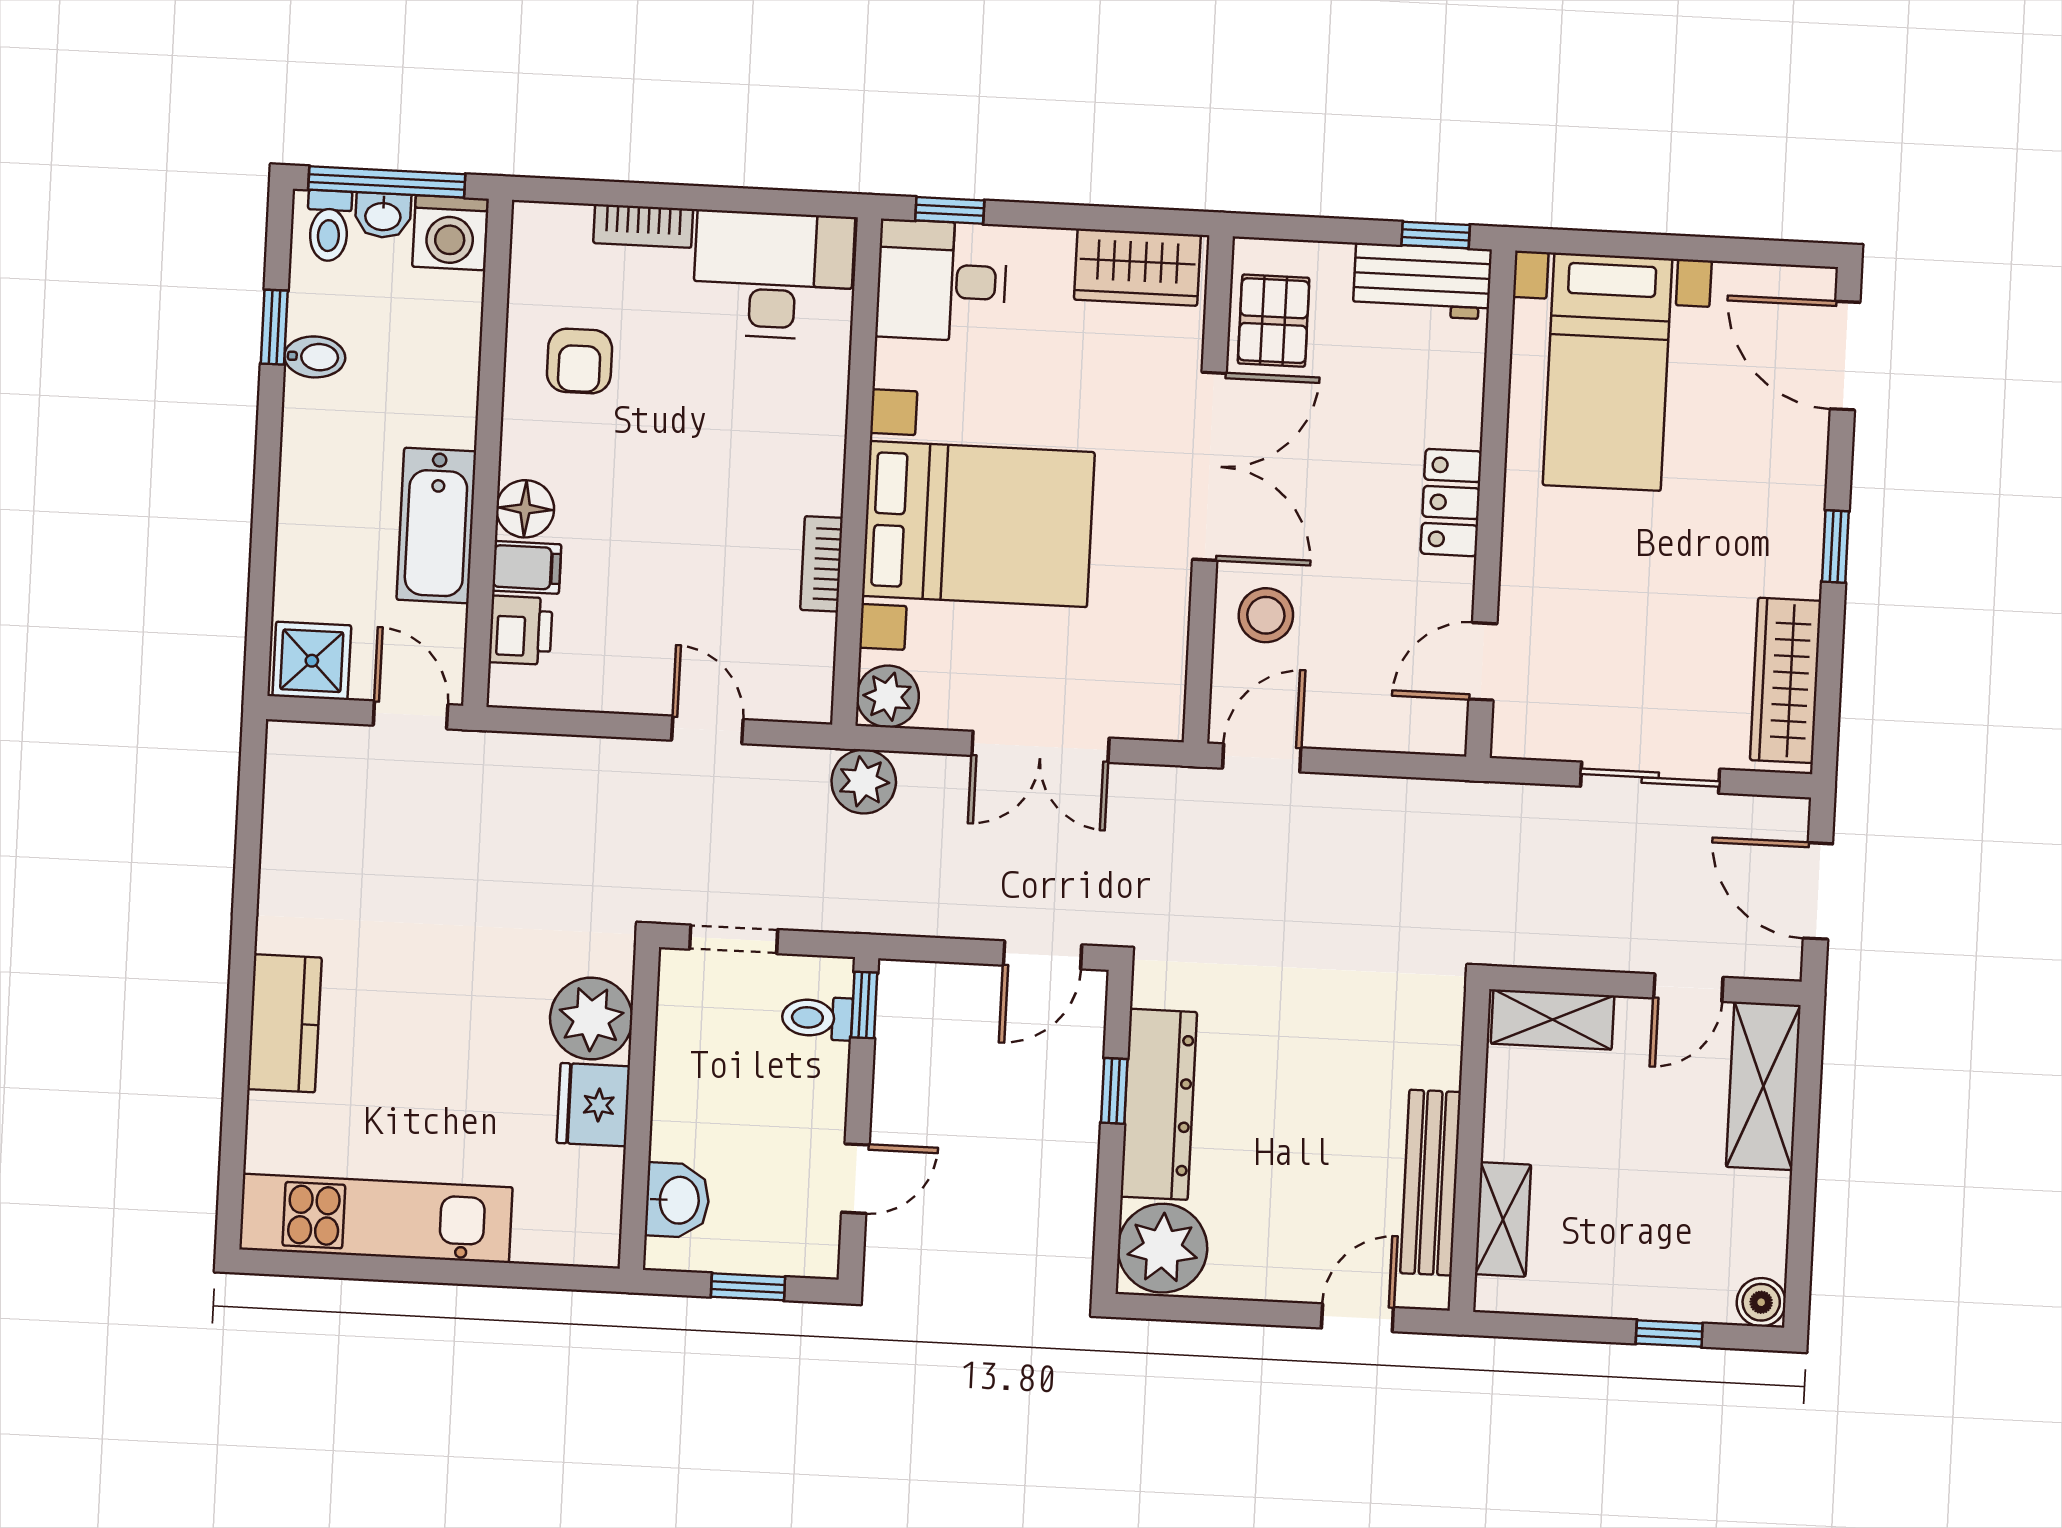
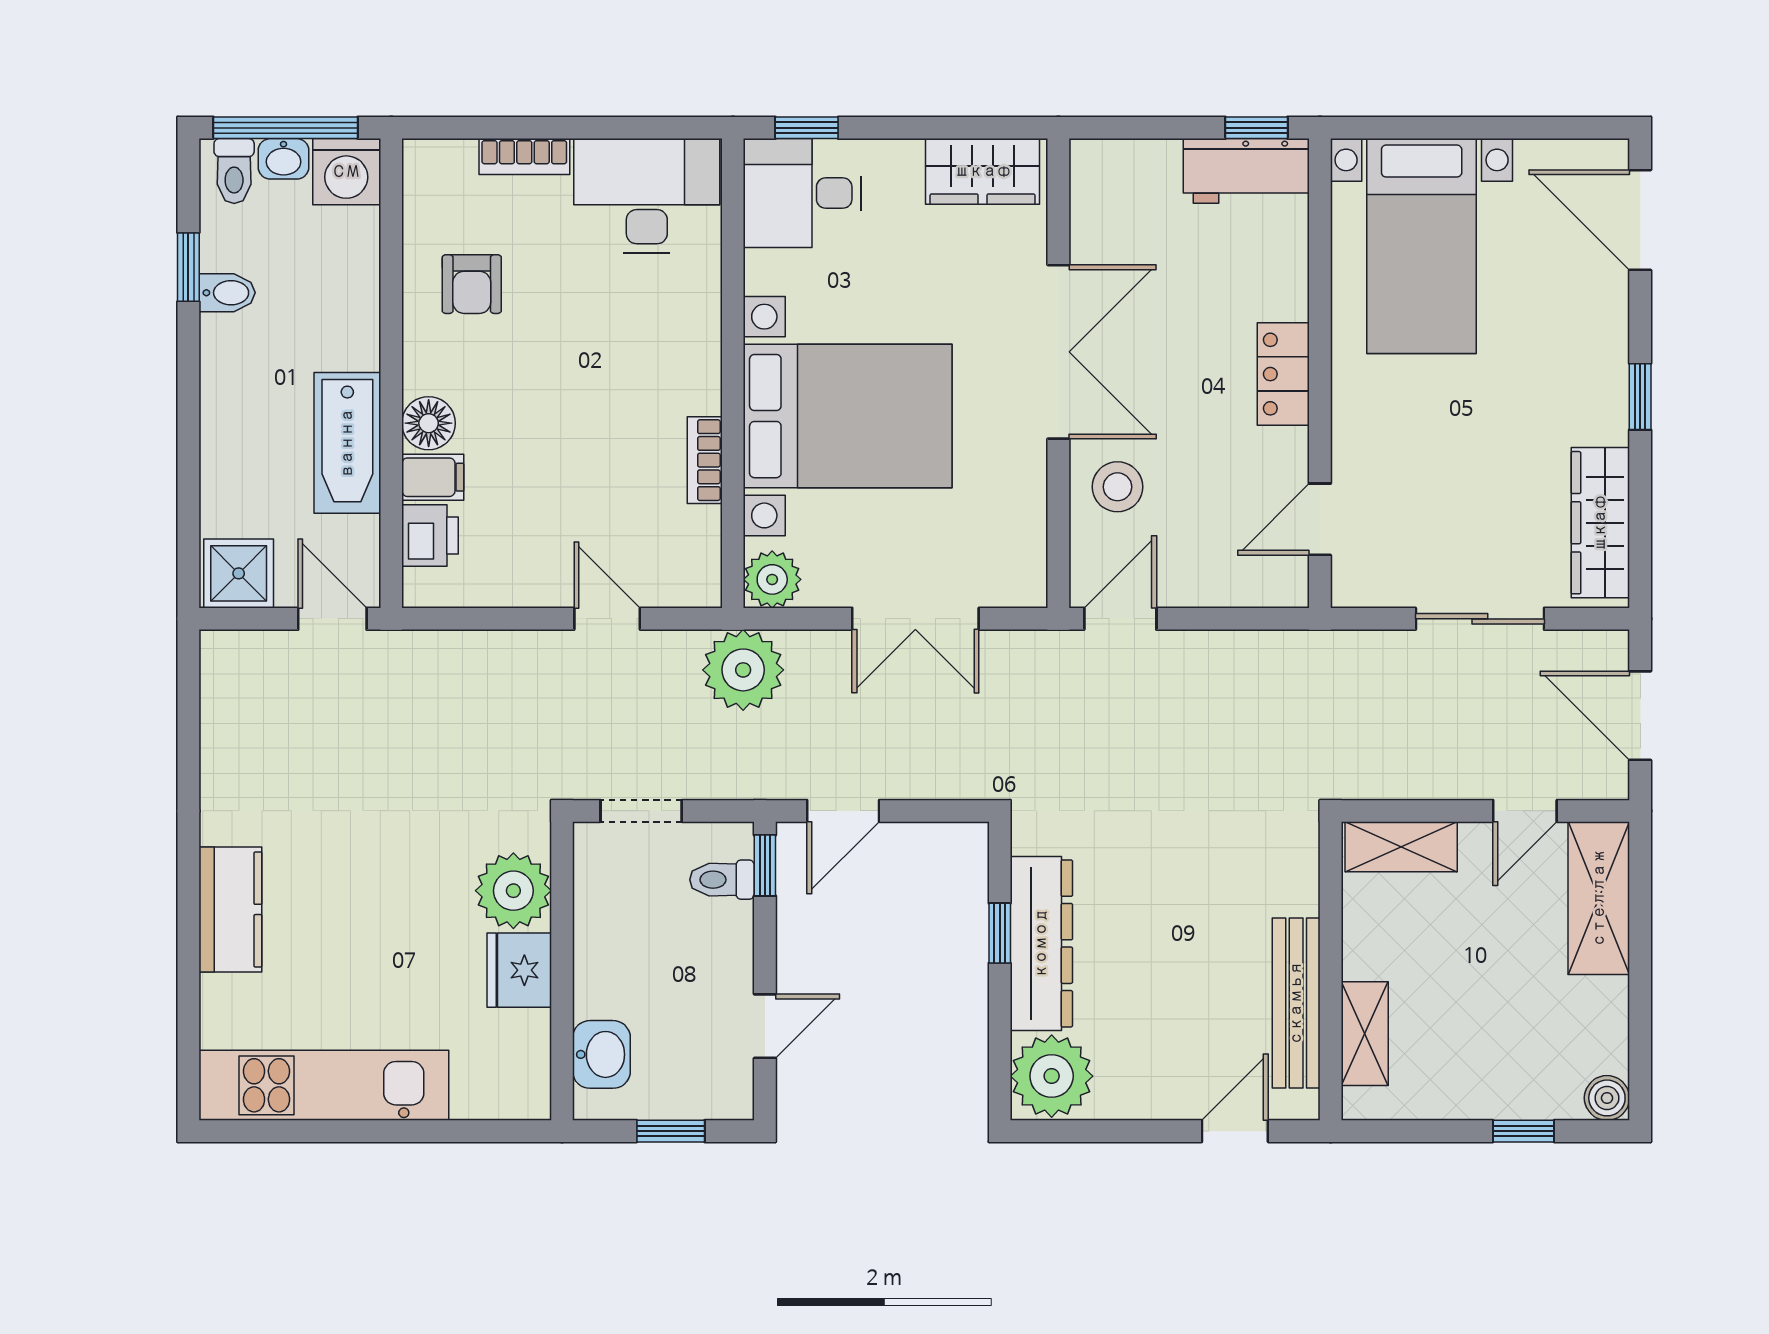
pallet: (1274, 321) -> (1111, 214), removed
plant: (864, 782) -> (743, 670), width x1.36, depth x1.36
door: (1043, 955) -> (843, 811), moved

